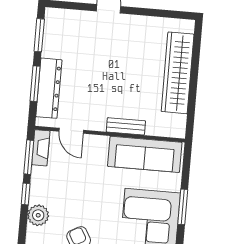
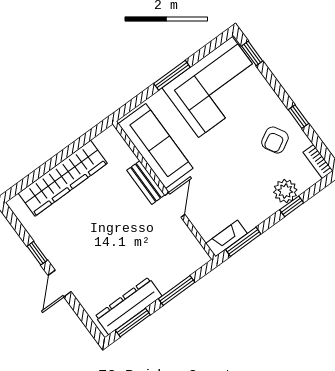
window: (142, 12) -> (37, 253), added
dresser: (49, 88) -> (129, 306), moved
door: (71, 131) -> (175, 205), moved
window: (26, 194) -> (292, 206), moved

